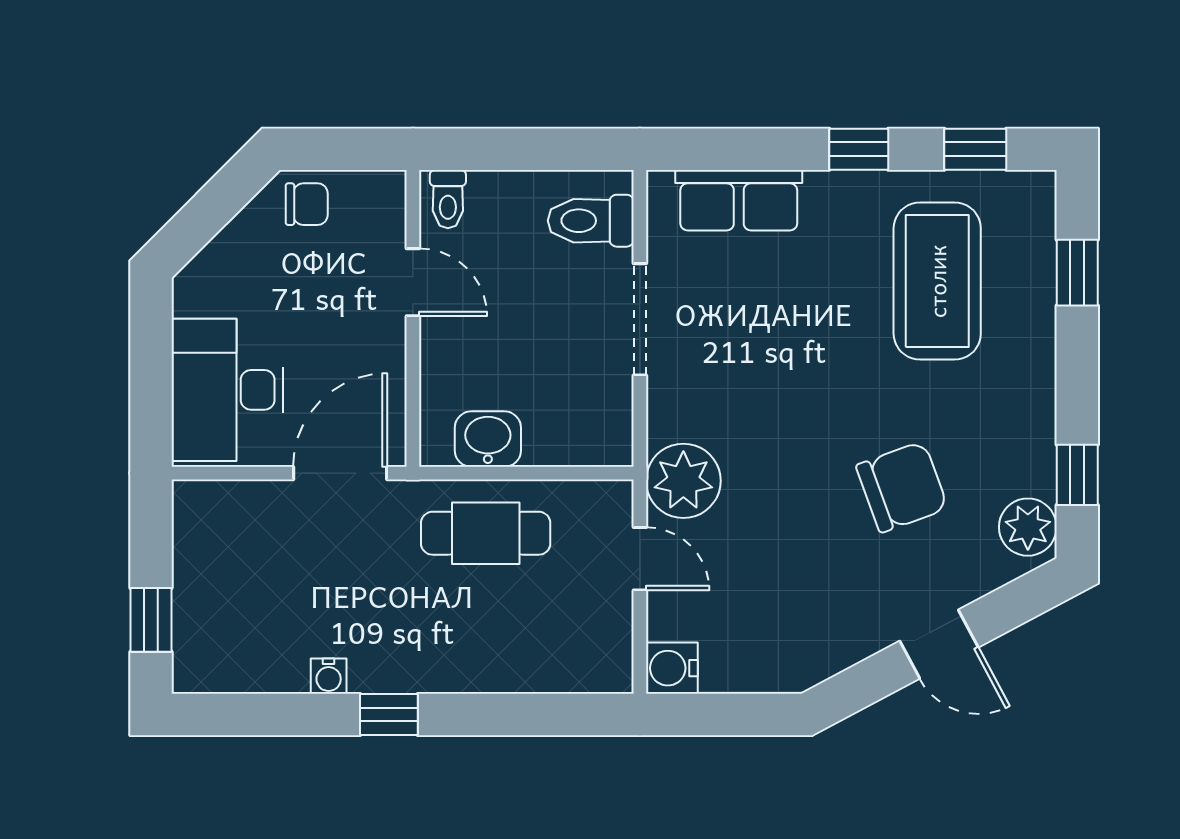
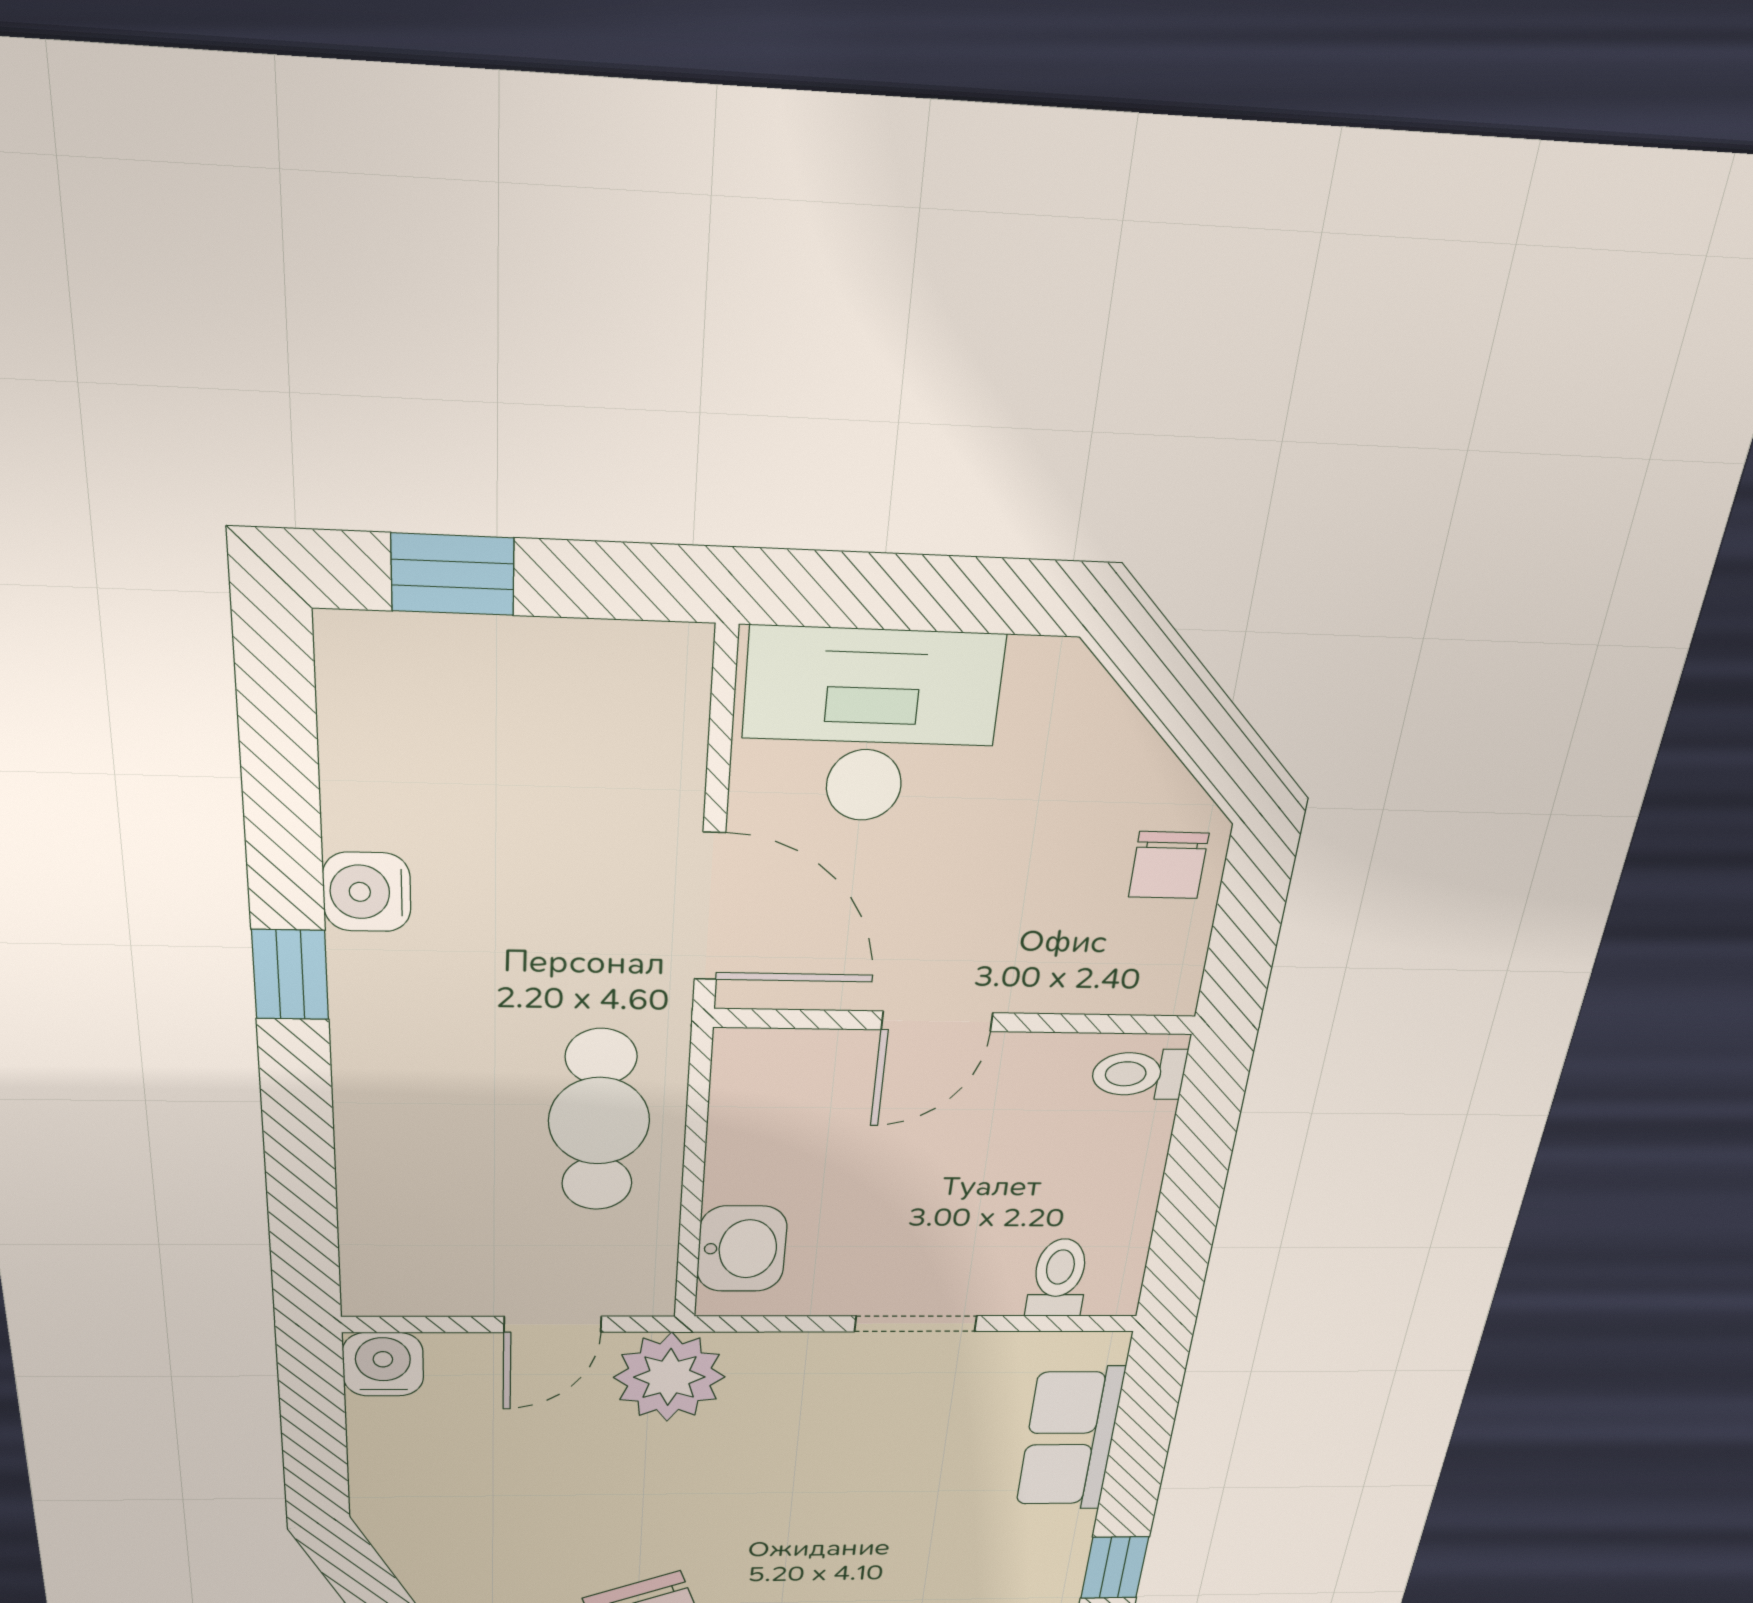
toilet: (591, 221) -> (1059, 1278), width x0.73, depth x0.72
door: (413, 282) -> (937, 1021), moved
doorway: (640, 319) -> (916, 1324), width x0.73
washbasin: (488, 439) -> (742, 1249), moved
water cooler: (329, 676) -> (367, 892), width x1.38, depth x1.38

